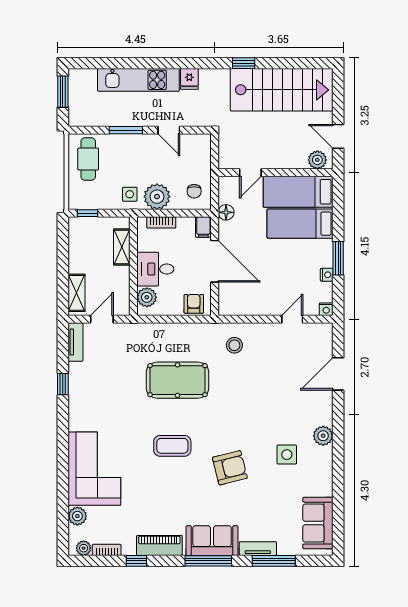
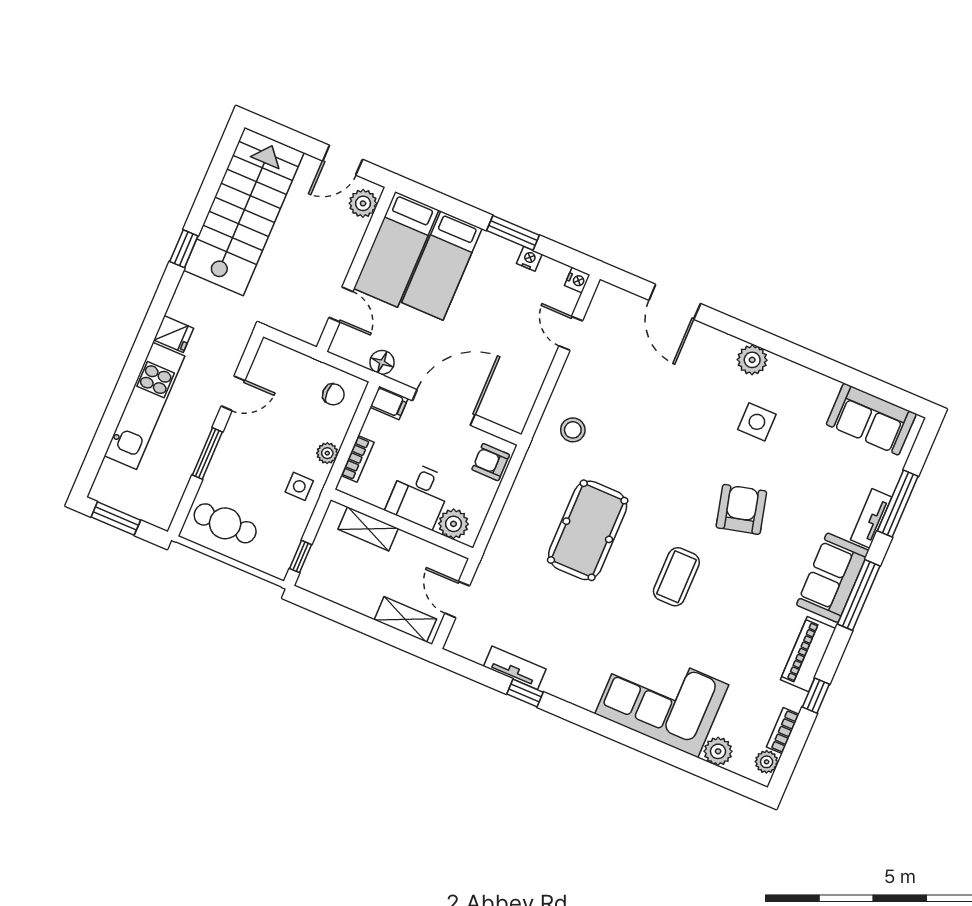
plant: (157, 197) -> (327, 453), width x0.53, depth x0.53
tv unit: (76, 342) -> (515, 668), moved

